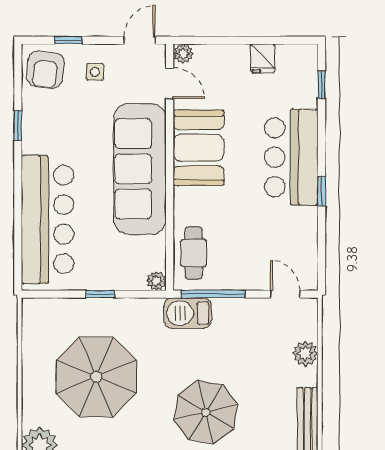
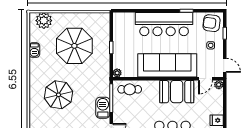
bar counter: (48, 219) -> (164, 24), moved
barbecue: (188, 313) -> (103, 108), moved

